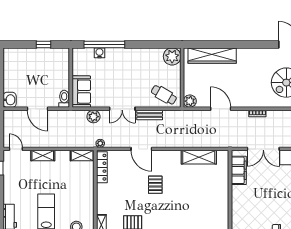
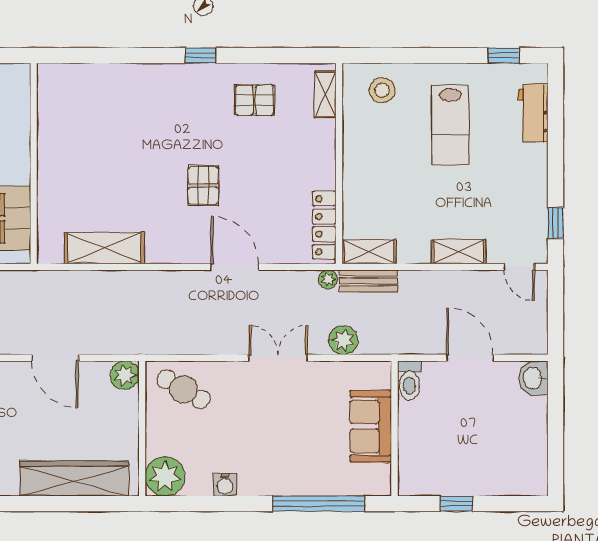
water cooler: (99, 53) -> (225, 485), moved
sofa: (81, 92) -> (371, 426), moved
bench: (150, 115) -> (368, 281), moved

